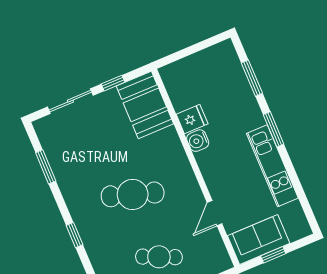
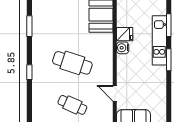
kitchen unit: (272, 166) -> (159, 40), moved
door: (215, 213) -> (115, 93), hinge flipped

